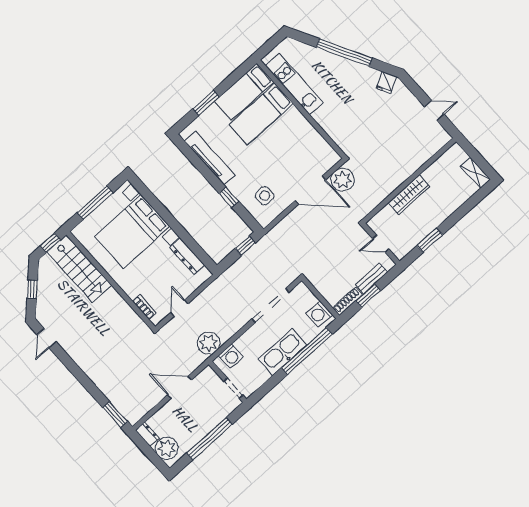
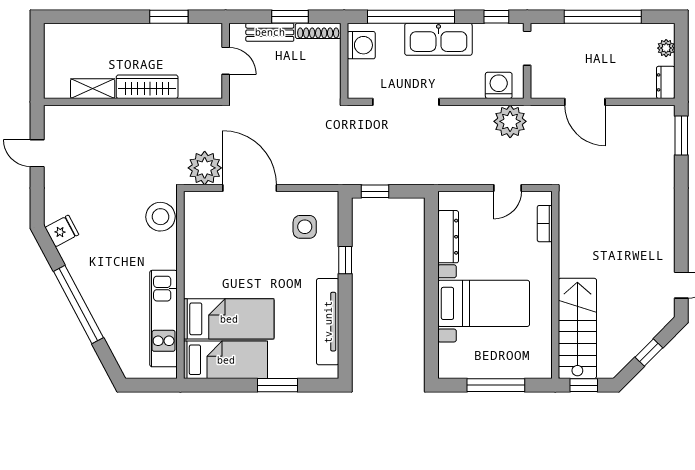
stool: (343, 135) -> (160, 217), added
shelving: (475, 173) -> (93, 89), moved, turned 90
bed with nightstands: (132, 231) -> (484, 303), width x0.73
window: (263, 390) -> (496, 17), added
plant: (167, 448) -> (666, 48), width x0.53, depth x0.53

